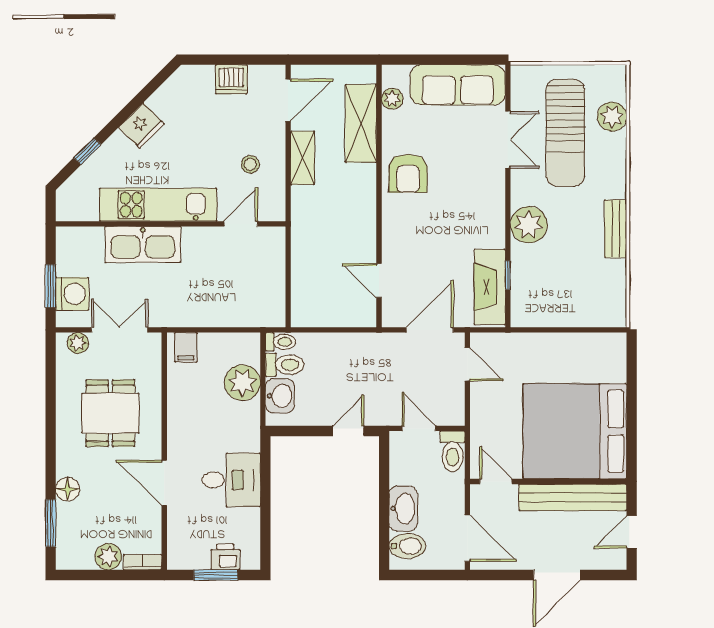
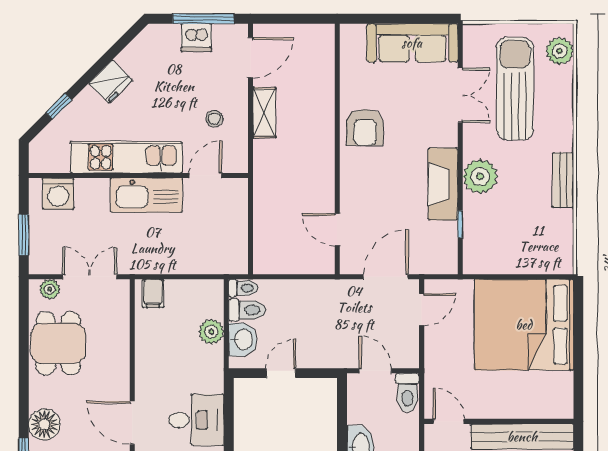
window: (239, 60) -> (203, 19), added
plant: (392, 99) -> (350, 56), removed
plant: (612, 117) -> (560, 51), moved
shelving: (361, 123) -> (320, 80), removed
sun lounger: (565, 133) -> (515, 89), turned 180
kitchen sink: (143, 244) -> (146, 195), moved
fireplace: (490, 287) -> (443, 184), moved
washing machine: (72, 294) -> (58, 194), moved, turned 90
door: (467, 364) -> (422, 310), hinge flipped
plant: (242, 383) -> (211, 332), width x0.73, depth x0.73
dining table: (110, 413) -> (58, 343), moved
door: (348, 431) -> (281, 373), moved
bed: (575, 431) -> (524, 325), moved
floor lamp: (68, 489) -> (44, 424), width x1.38, depth x1.38

